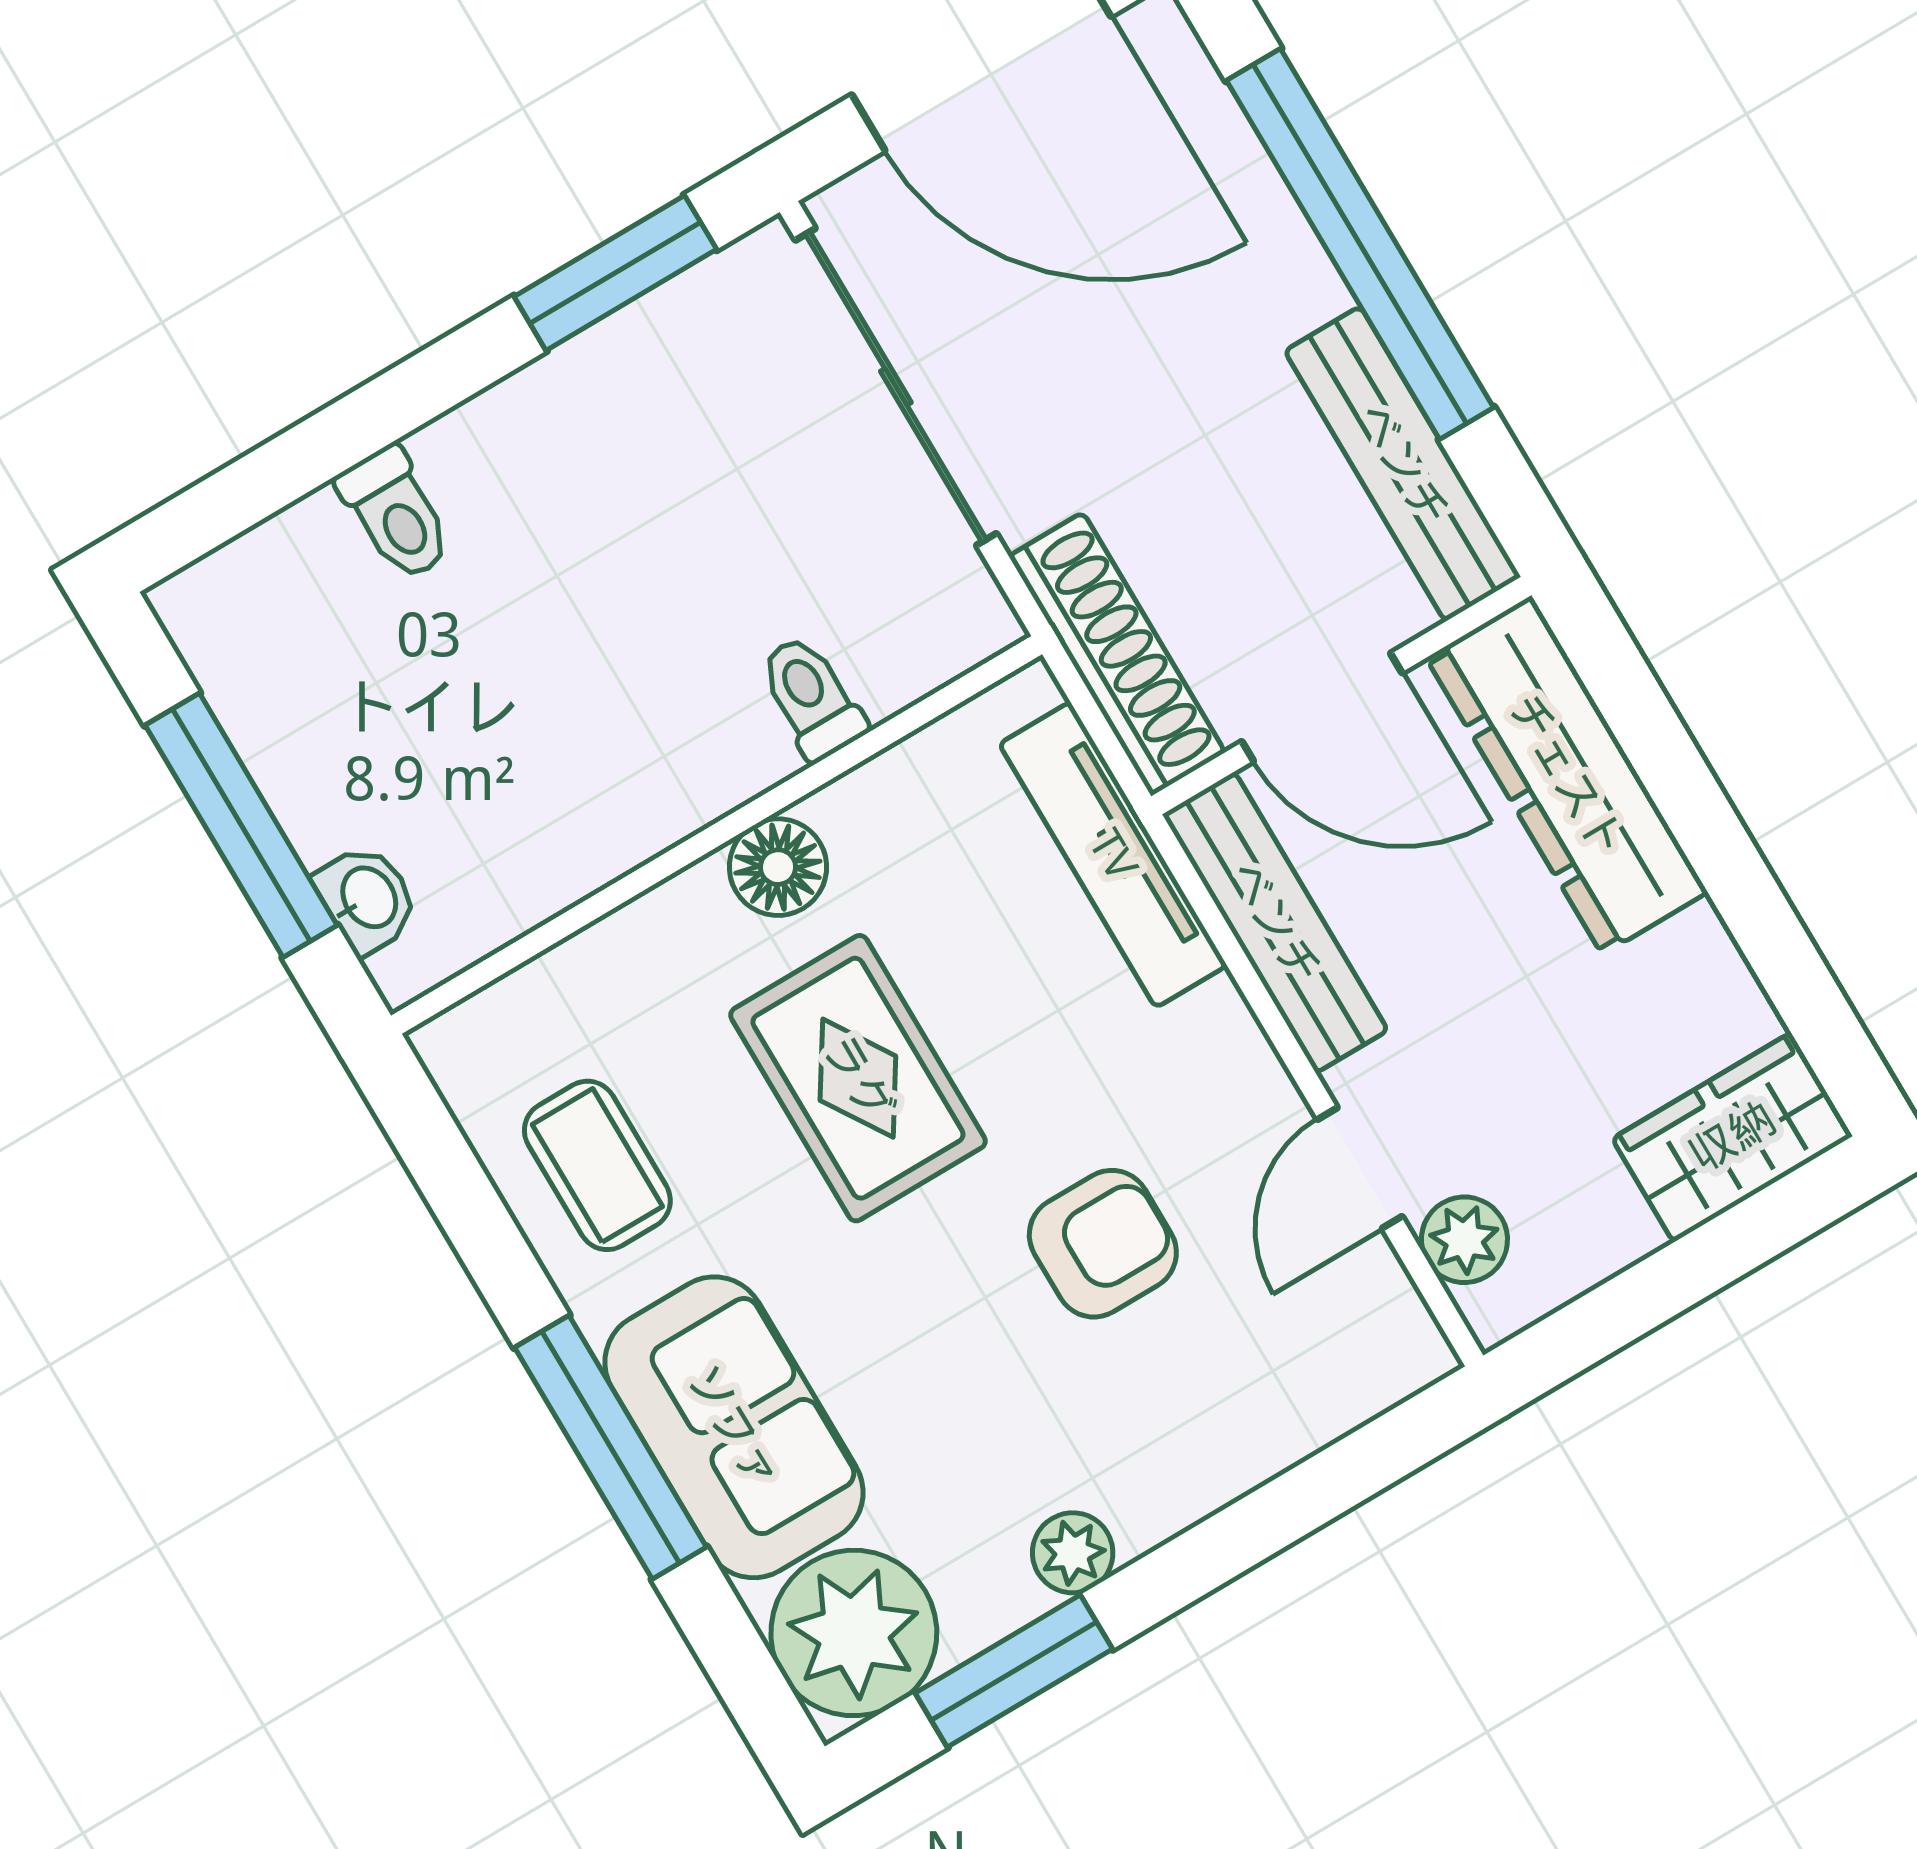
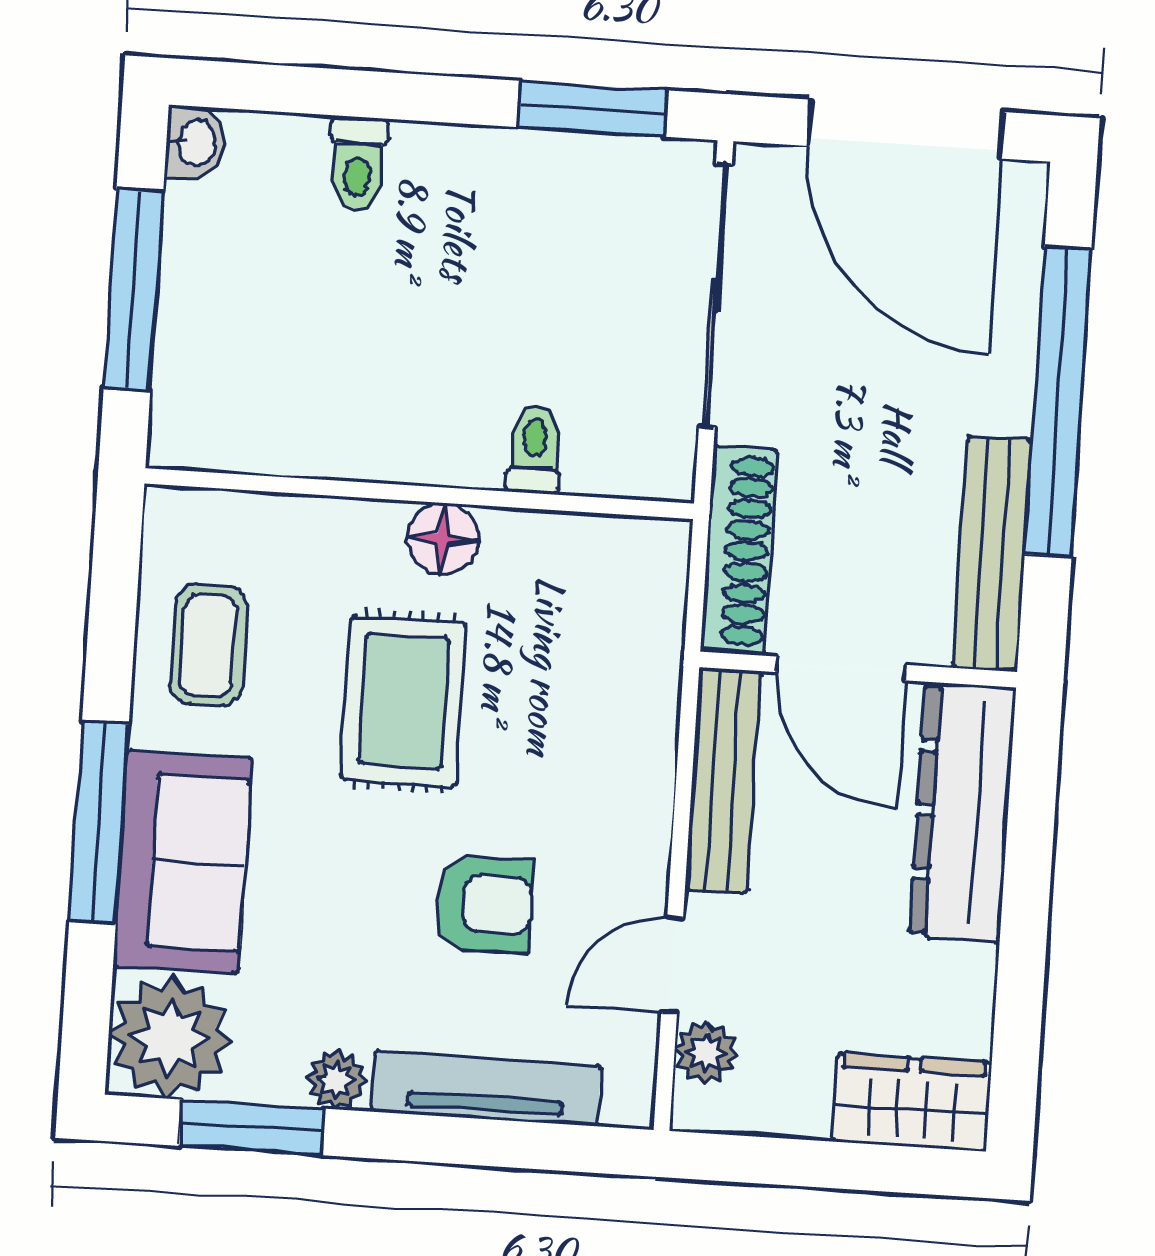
tv unit: (1113, 855) -> (486, 1088), moved, turned 90
washbasin: (367, 899) -> (195, 142), moved

